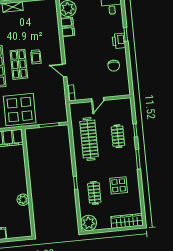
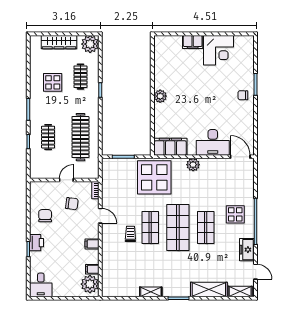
filing cabinet: (68, 32) -> (92, 244), moved
chair: (91, 79) -> (72, 204), added
plant: (23, 200) -> (160, 96), moved
wardrobe: (127, 221) -> (59, 42), moved

